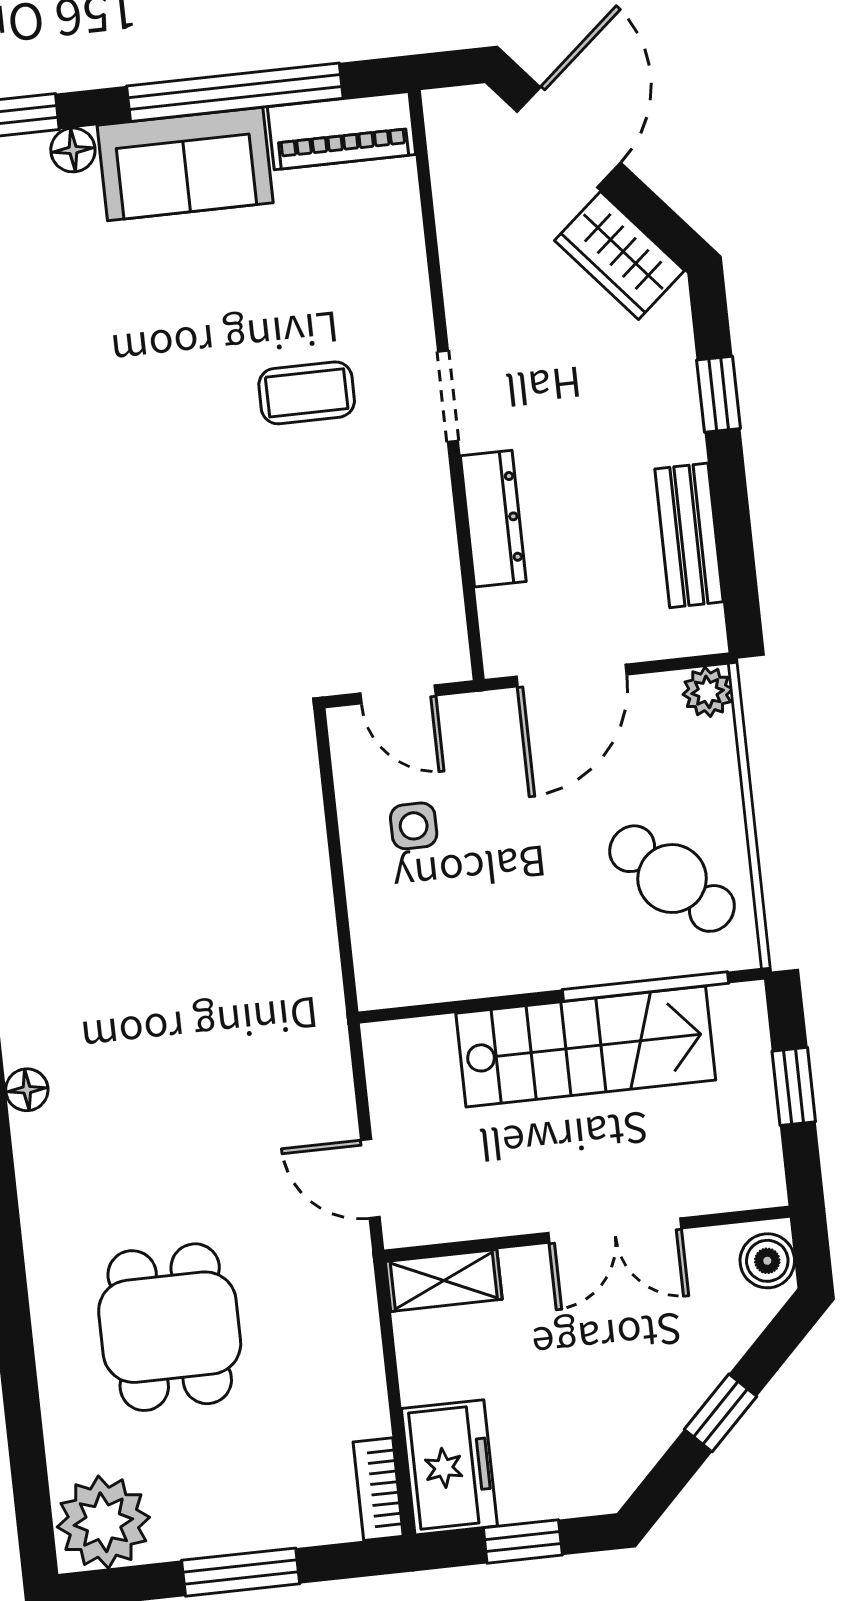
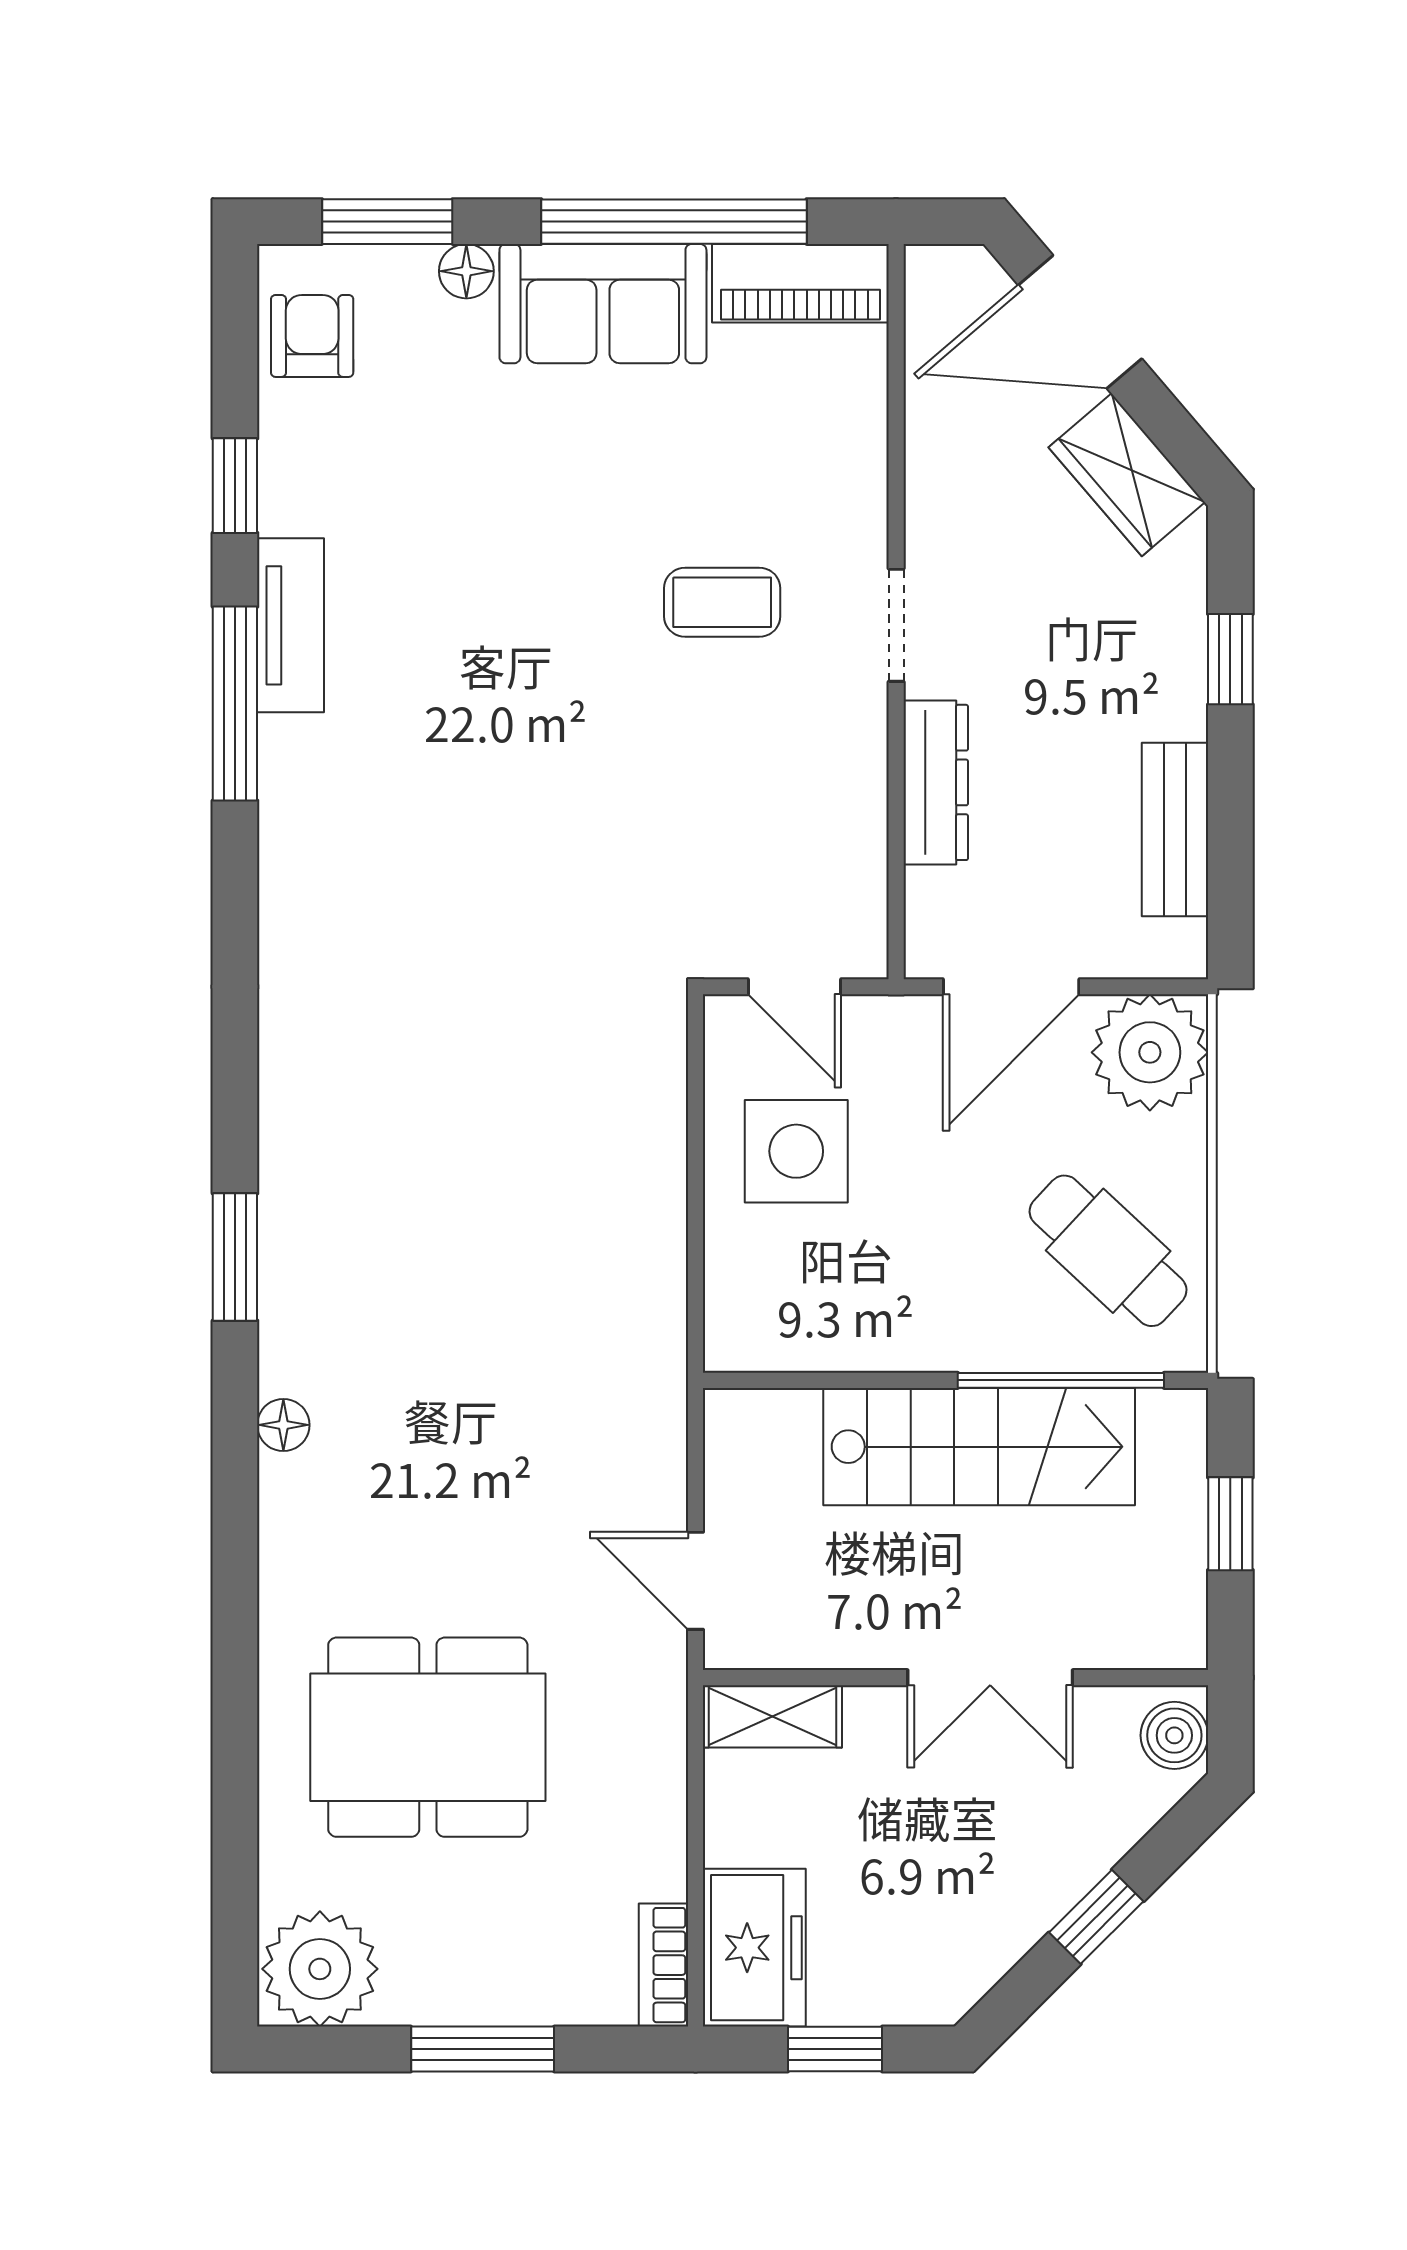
door: (569, 137) -> (1080, 322), swing flipped
plant: (708, 692) -> (1150, 1052), width x1.87, depth x1.87
side table: (414, 826) -> (796, 1151), width x1.87, depth x1.87
dining table: (170, 1327) -> (428, 1737), width x1.38

